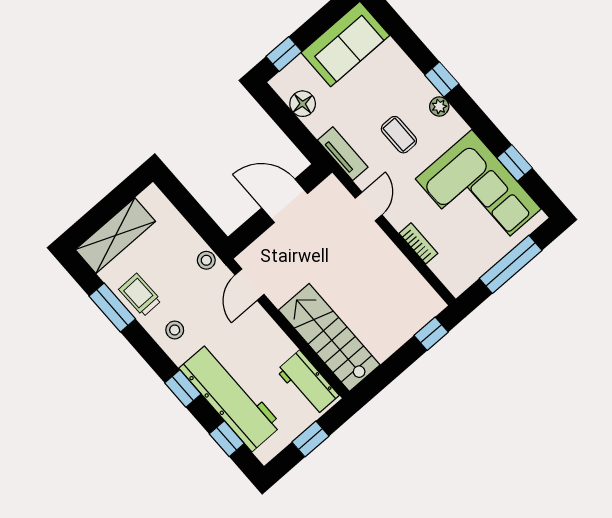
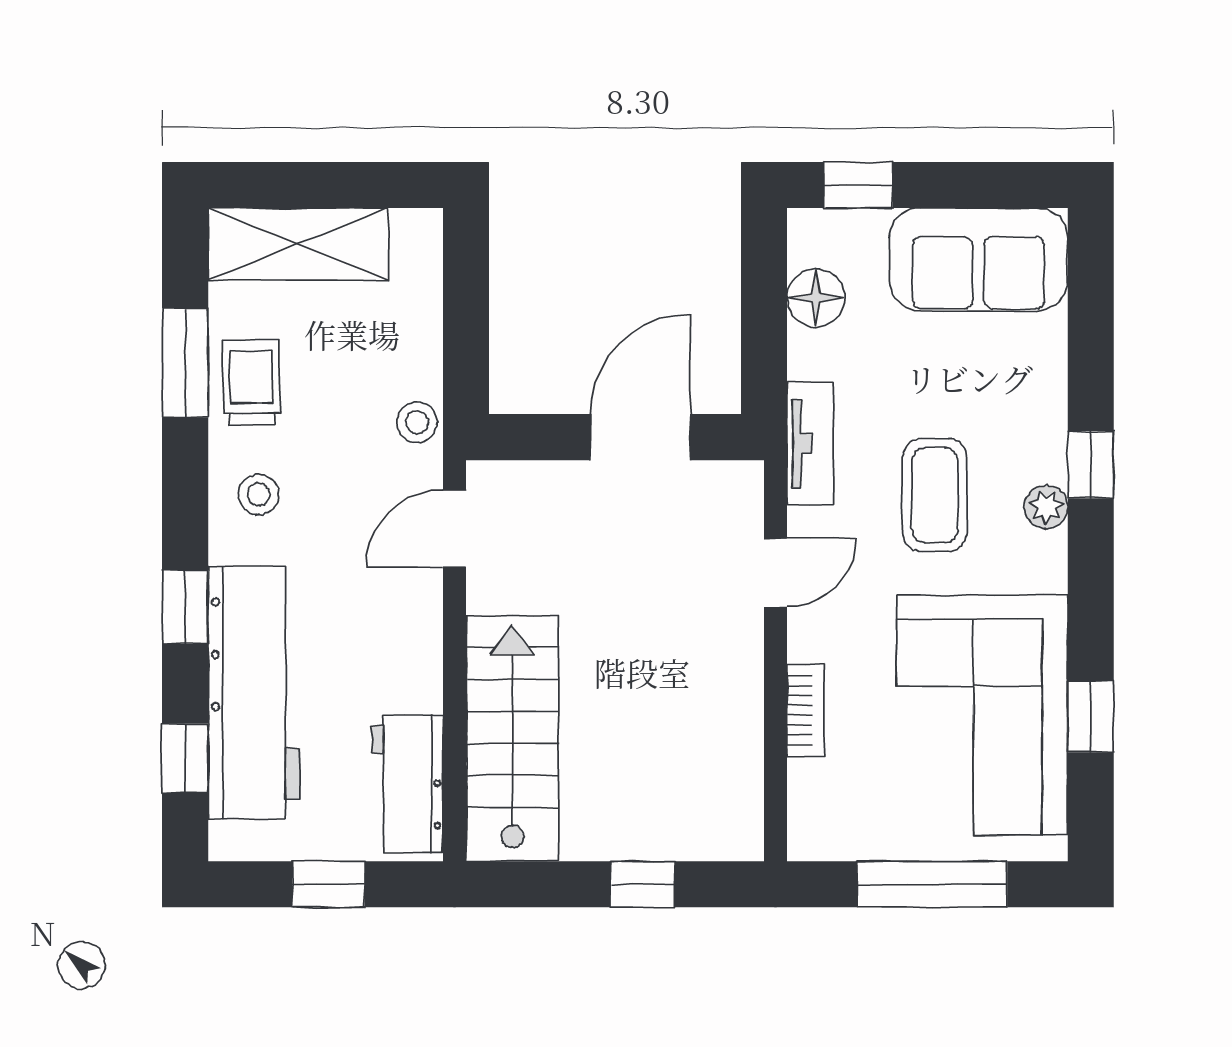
coffee table: (399, 135) -> (935, 495), width x1.36, depth x1.30
door: (285, 201) -> (640, 437), hinge flipped
window: (431, 334) -> (643, 884), moved

